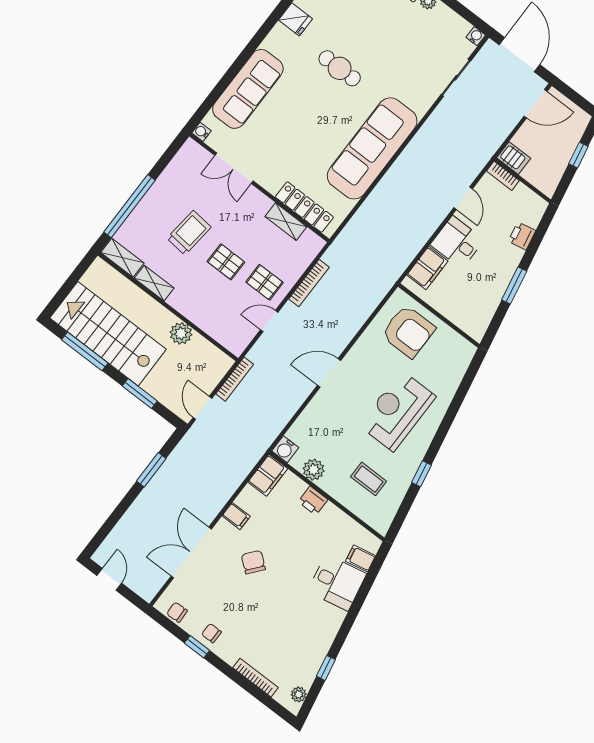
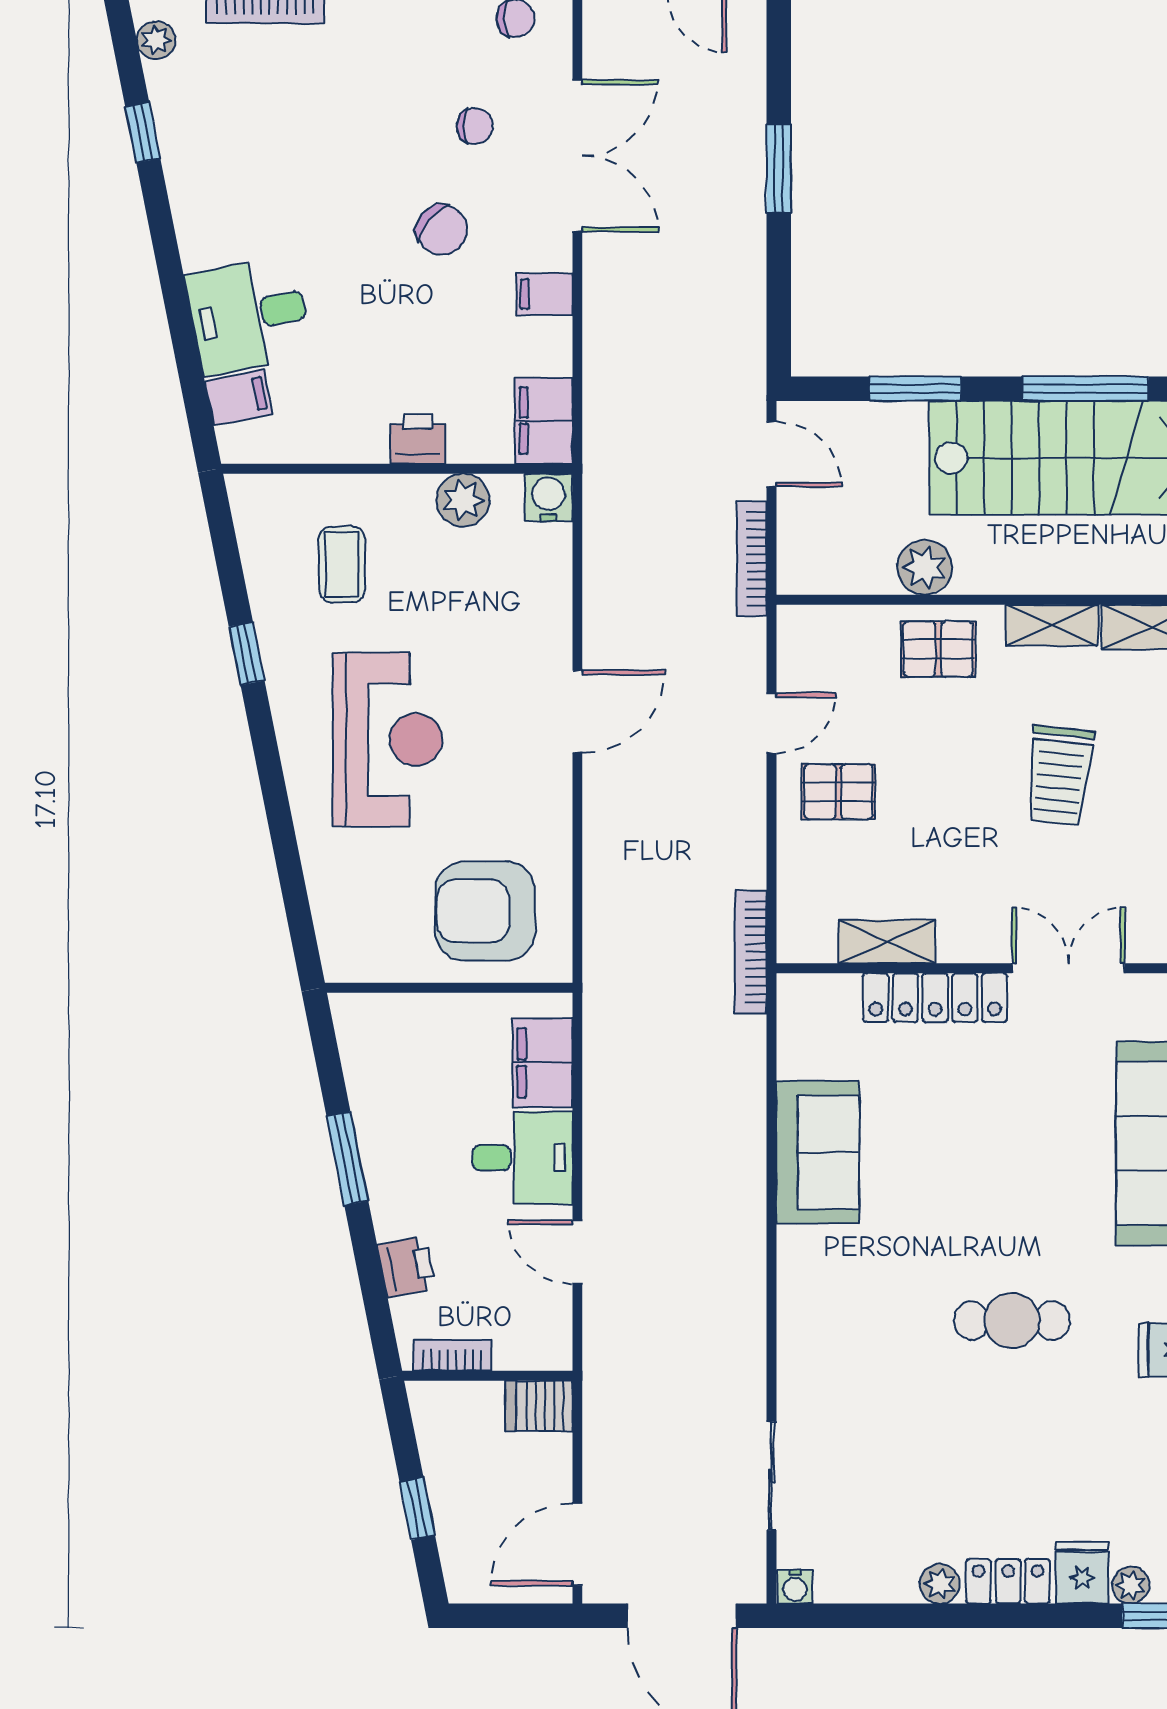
sofa: (372, 148) -> (818, 1152), width x0.54, depth x0.79
bookcase: (503, 176) -> (452, 1355), moved
locker: (304, 207) -> (935, 998), moved
pallet: (226, 262) -> (938, 649), moved
bookcase: (309, 283) -> (751, 952), moved
window: (151, 470) -> (779, 169), moved
coffee table: (369, 479) -> (342, 564), turned 90
chair: (212, 633) -> (475, 126), moved

